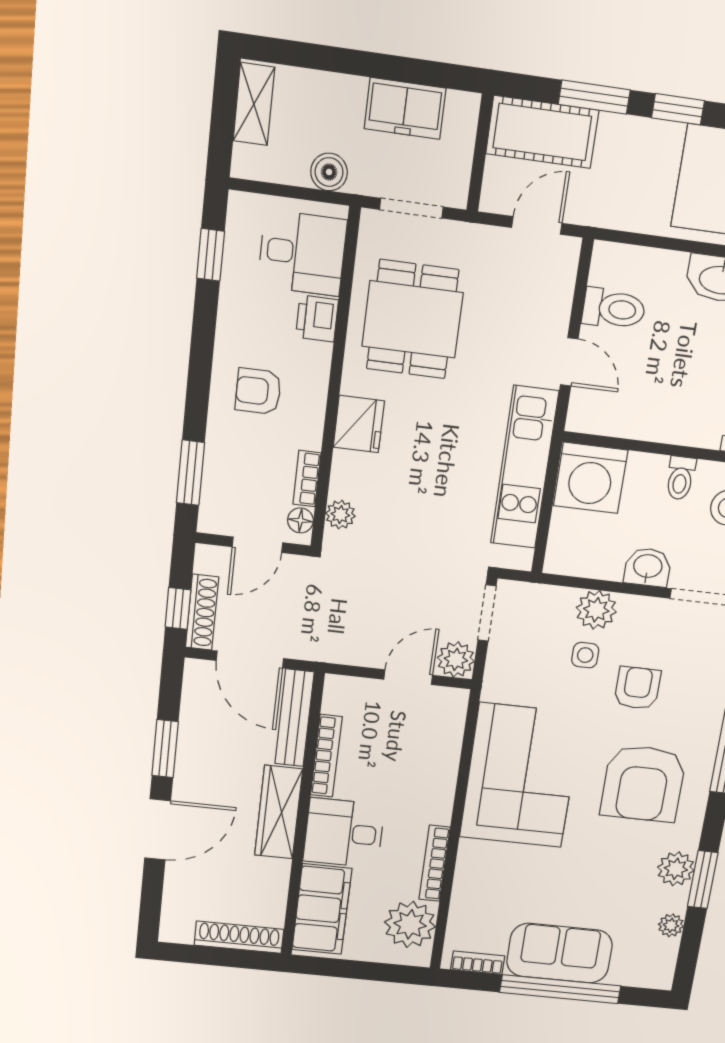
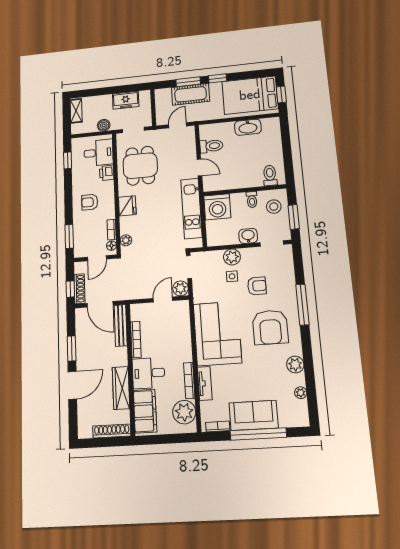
cot: (542, 132) -> (191, 94), moved
armchair: (637, 688) -> (257, 286), turned 90
wardrobe: (279, 812) -> (121, 388), moved
tv unit: (468, 875) -> (205, 383), added
window: (703, 880) -> (309, 368), removed

